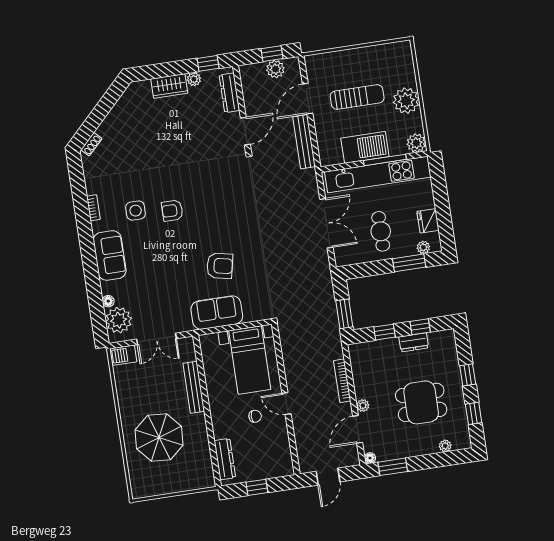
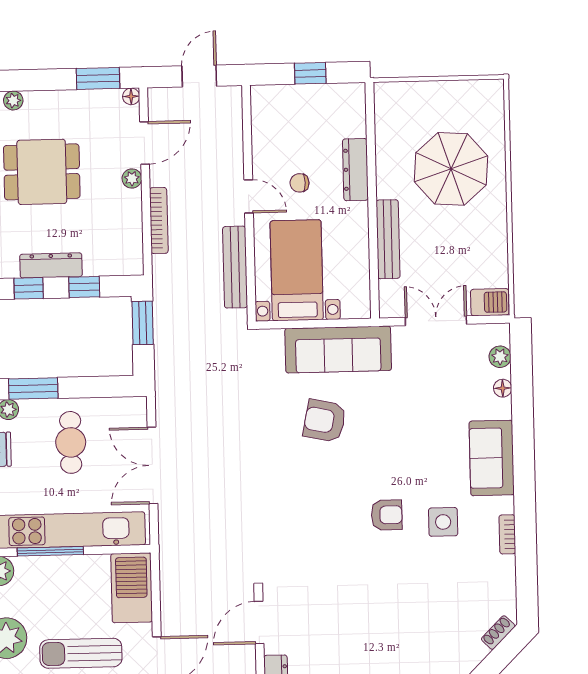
bench: (304, 142) -> (235, 267), moved
barbecue: (365, 147) -> (132, 588), moved, turned 90
sofa: (217, 313) -> (338, 349), width x1.36
plant: (119, 320) -> (500, 357), width x0.53, depth x0.53
dresser: (414, 342) -> (51, 265), width x1.44
dresser: (225, 459) -> (355, 170), moved

